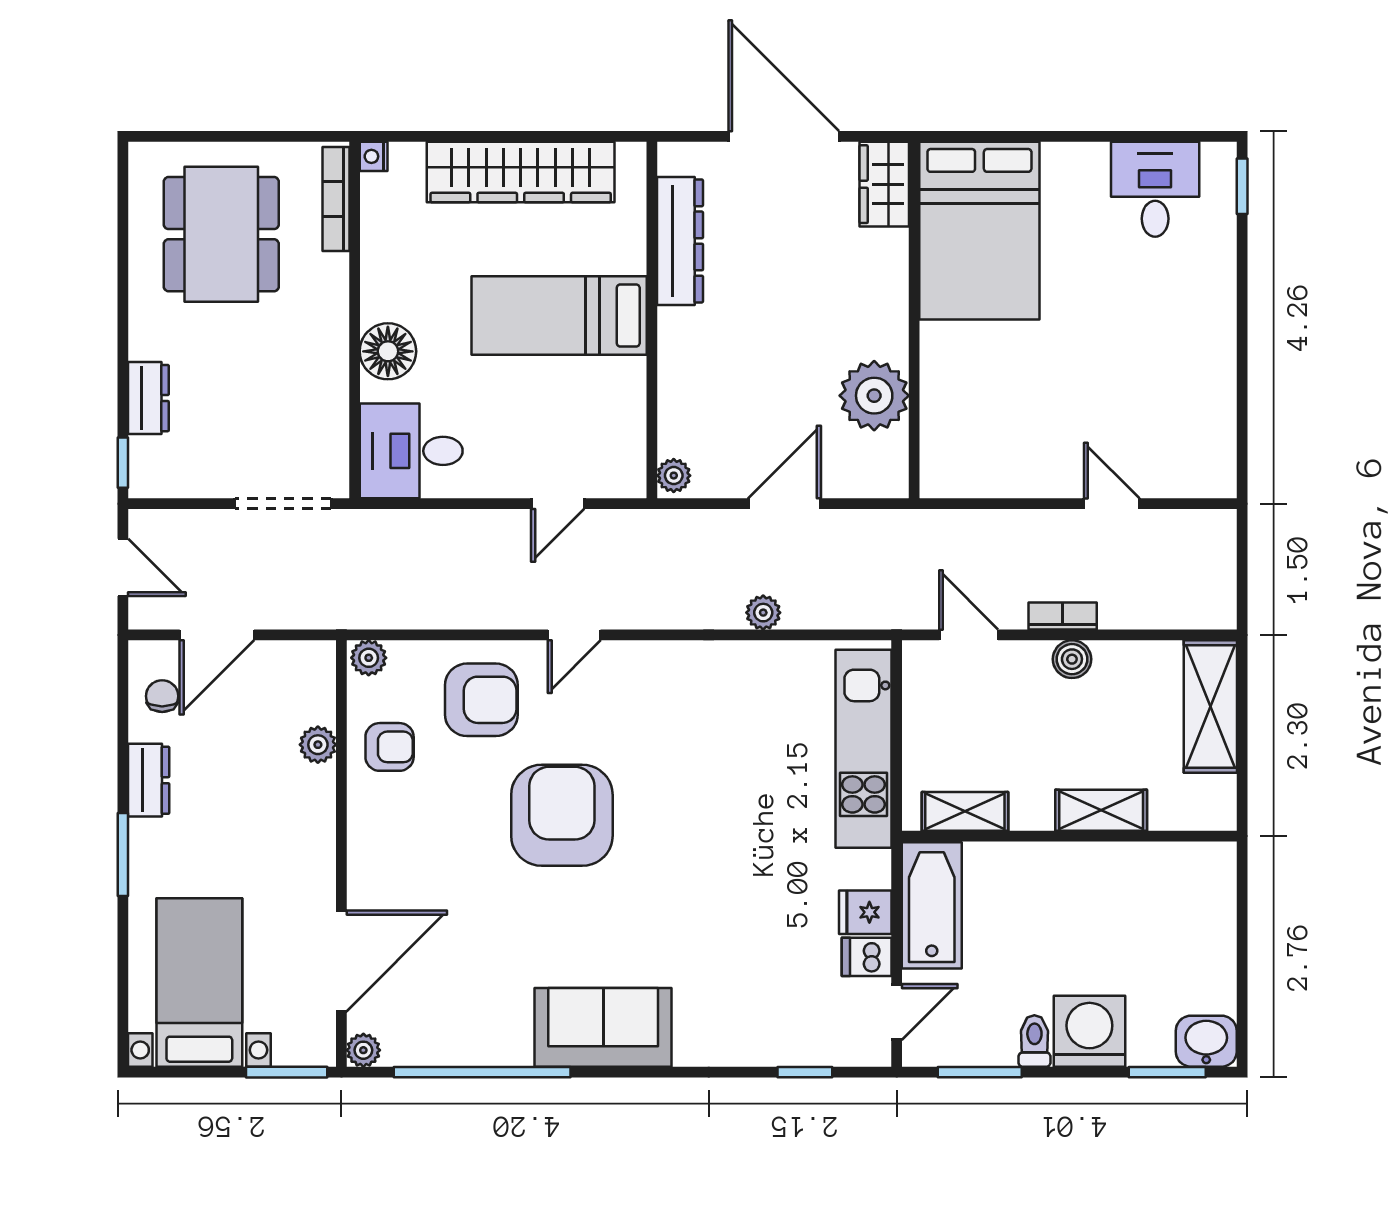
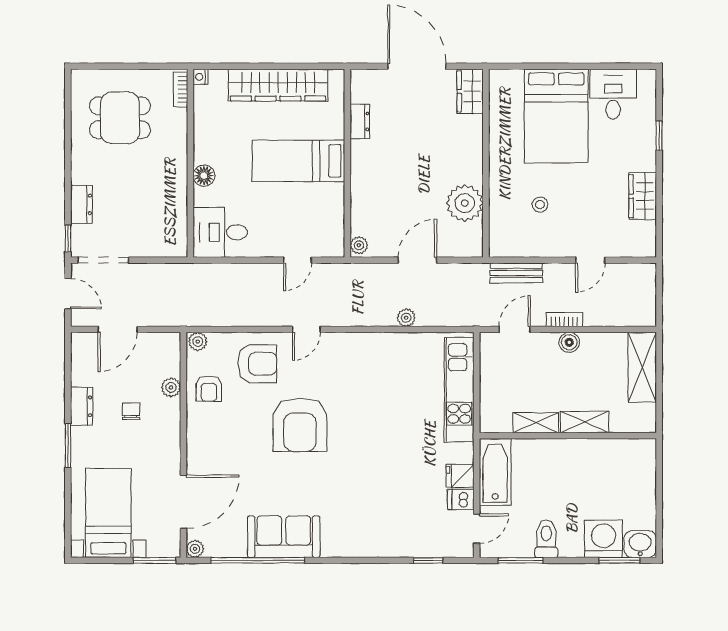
window: (1242, 186) -> (659, 136), moved
bookcase: (336, 199) -> (181, 89), width x0.64
bed: (979, 231) -> (556, 116), moved
dining table: (221, 234) -> (120, 118), width x0.73
dresser: (680, 241) -> (360, 121), width x0.51, depth x0.80
floor lamp: (388, 351) -> (204, 176), width x0.73, depth x0.73
wardrobe: (1211, 382) -> (643, 196), added
stool: (1017, 398) -> (540, 205), added
doorway: (283, 504) -> (103, 260), moved
door: (1112, 504) -> (590, 260), swing flipped
bench: (971, 528) -> (516, 273), added
door: (969, 635) -> (515, 329), hinge flipped
chair: (162, 696) -> (131, 411), moved
armchair: (390, 747) -> (209, 389), turned 90
shelving: (965, 811) -> (536, 423), moved
armchair: (562, 815) -> (300, 425), turned 180
sofa: (603, 1027) -> (284, 537), moved
washing machine: (1089, 1031) -> (603, 539), moved
toilet: (1034, 1041) -> (546, 539), width x1.37, depth x1.39

